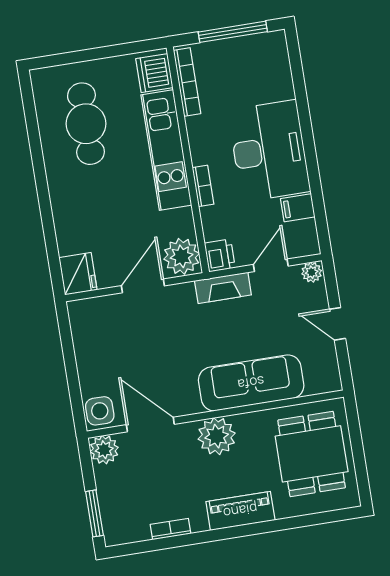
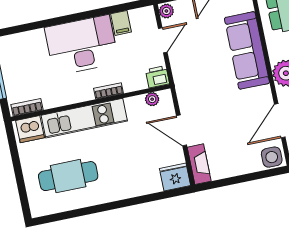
bookcase: (187, 82) -> (27, 107), width x0.64
plant: (182, 256) -> (152, 99), width x0.53, depth x0.53
door: (271, 265) -> (163, 40), swing flipped
fireplace: (223, 288) -> (199, 164), moved

